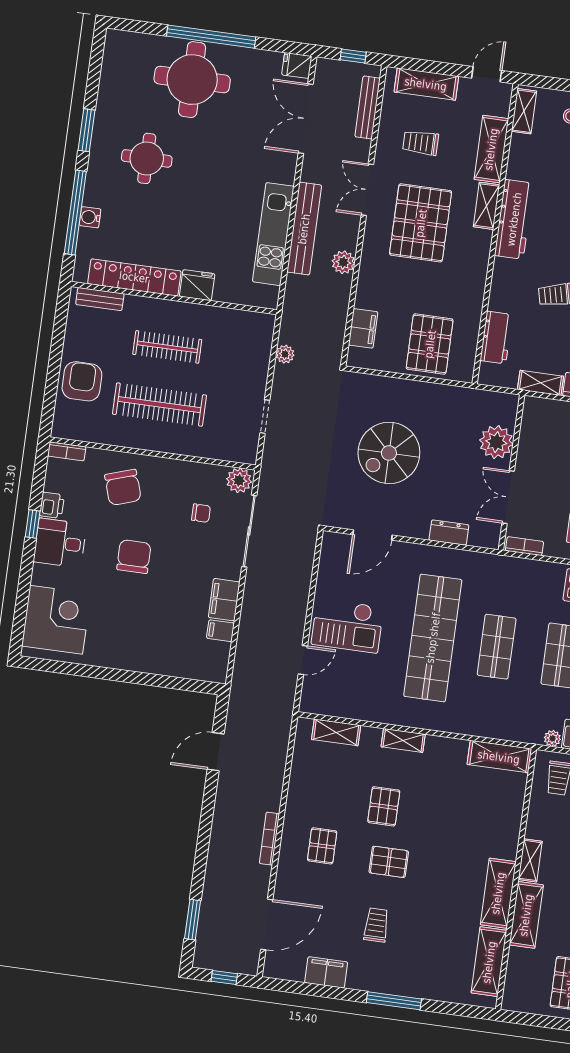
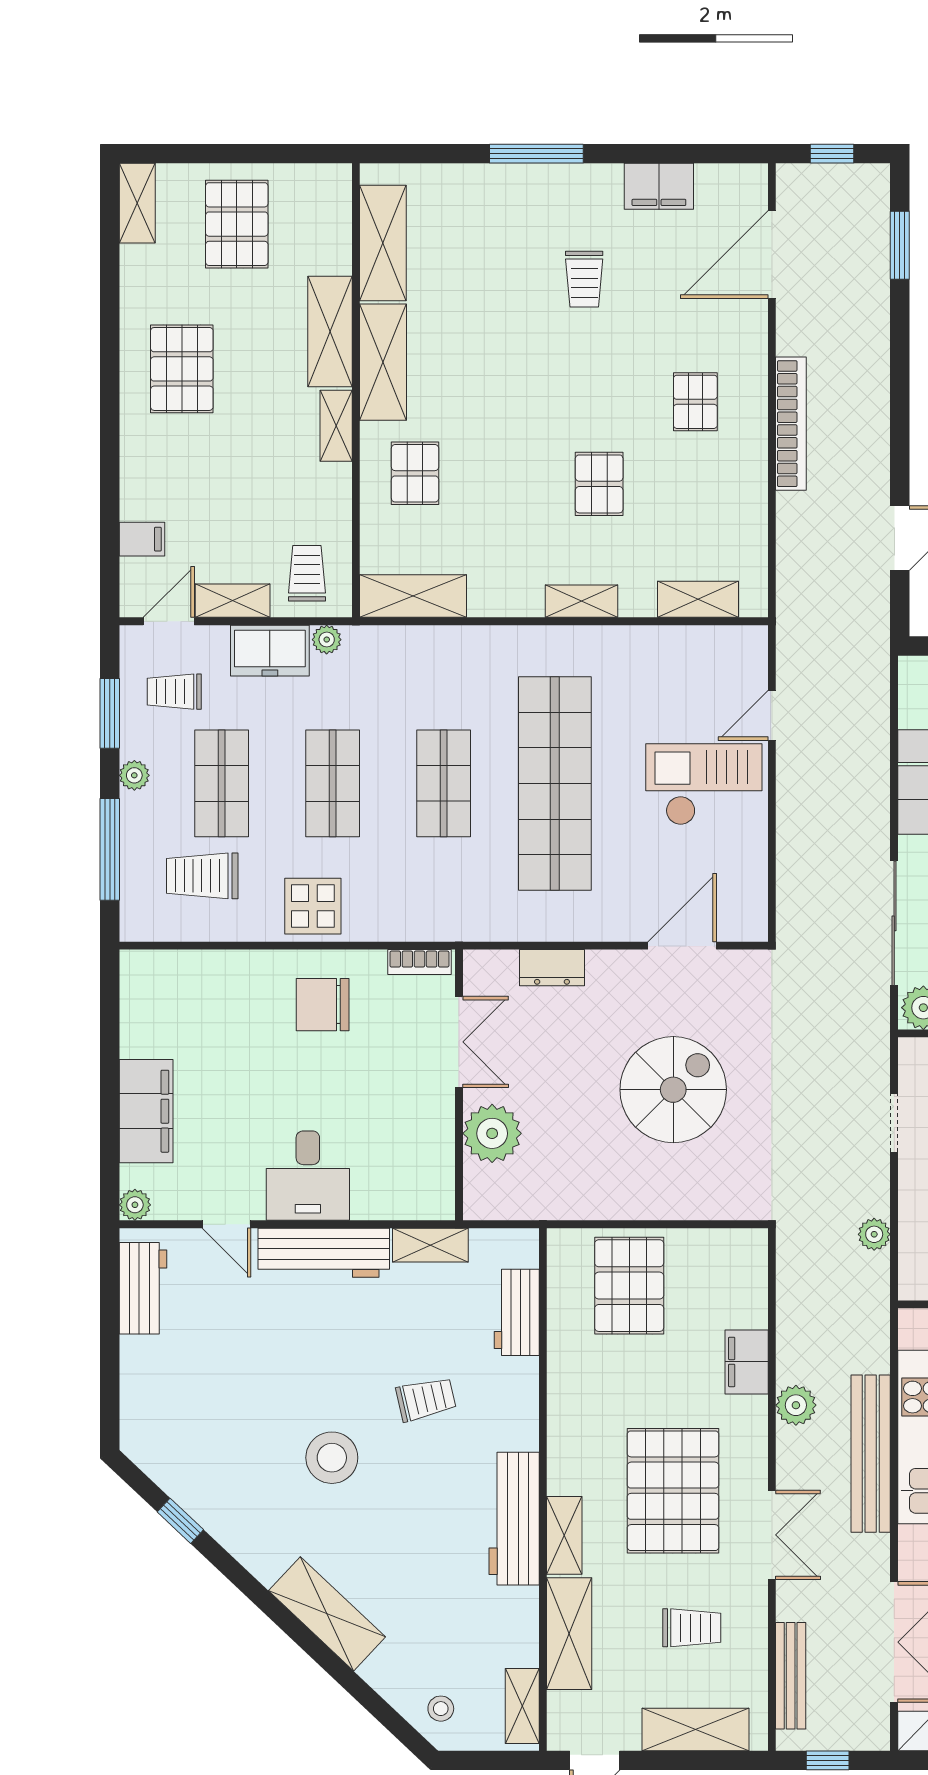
filing cabinet: (363, 328) -> (747, 1362), moved
bookcase: (269, 839) -> (791, 424), width x1.48, depth x1.31
pallet: (389, 862) -> (415, 473), moved, turned 90

